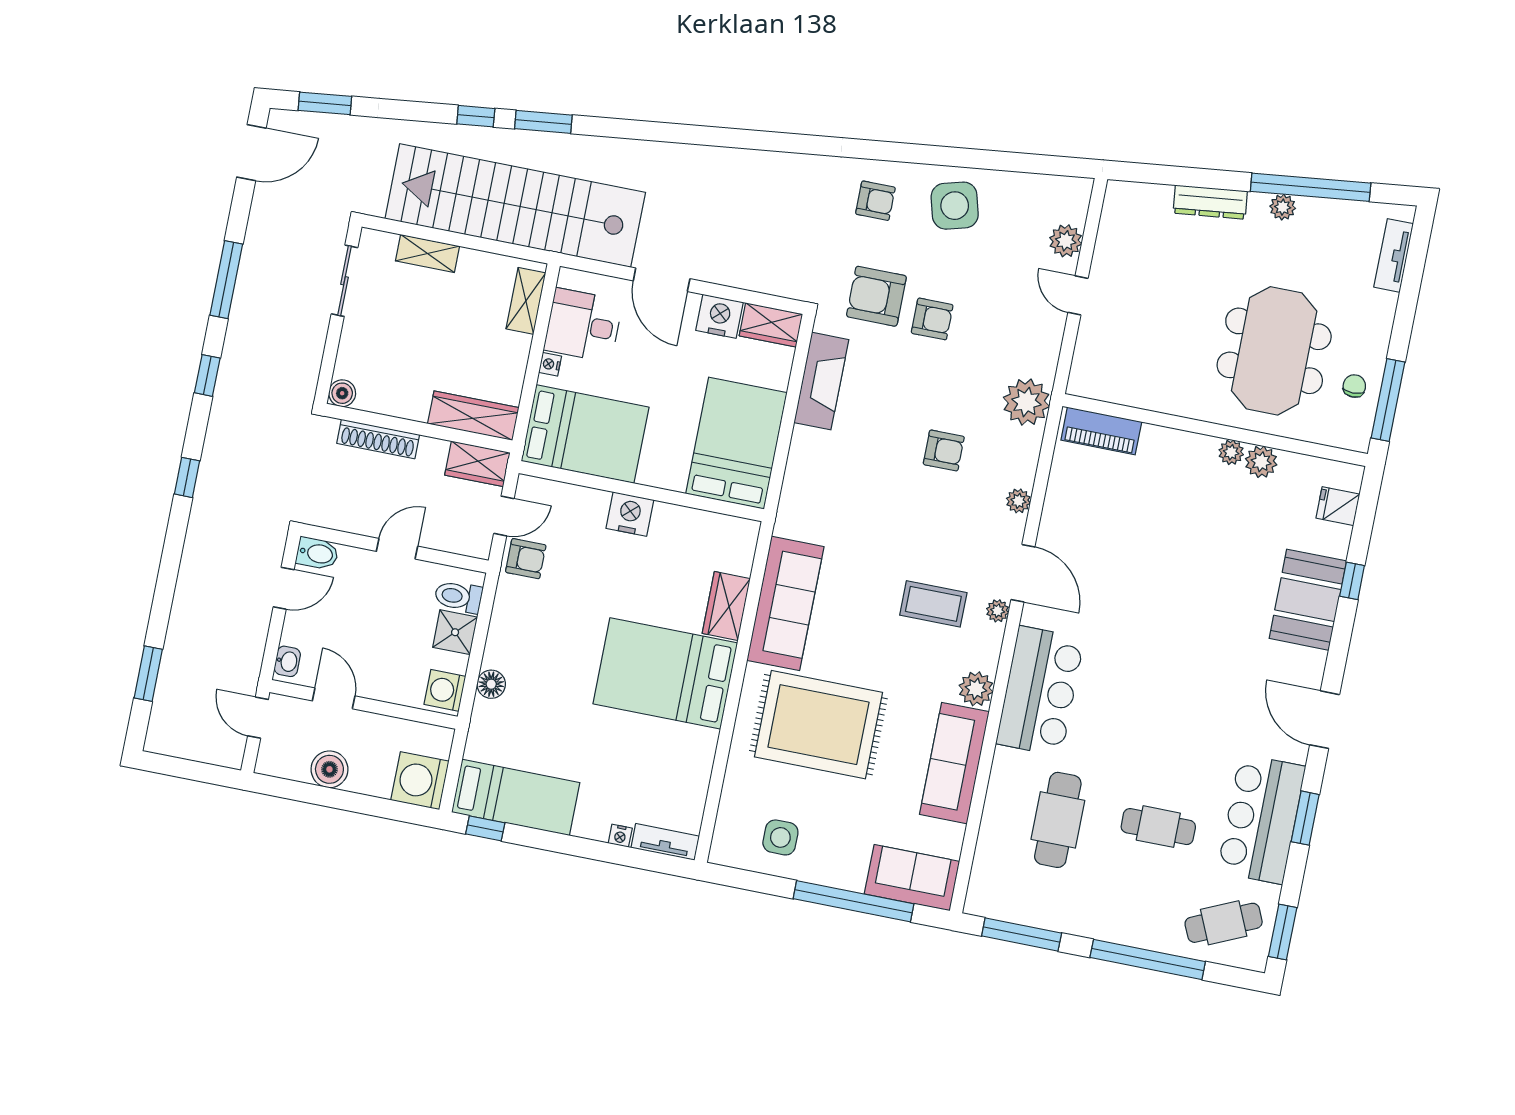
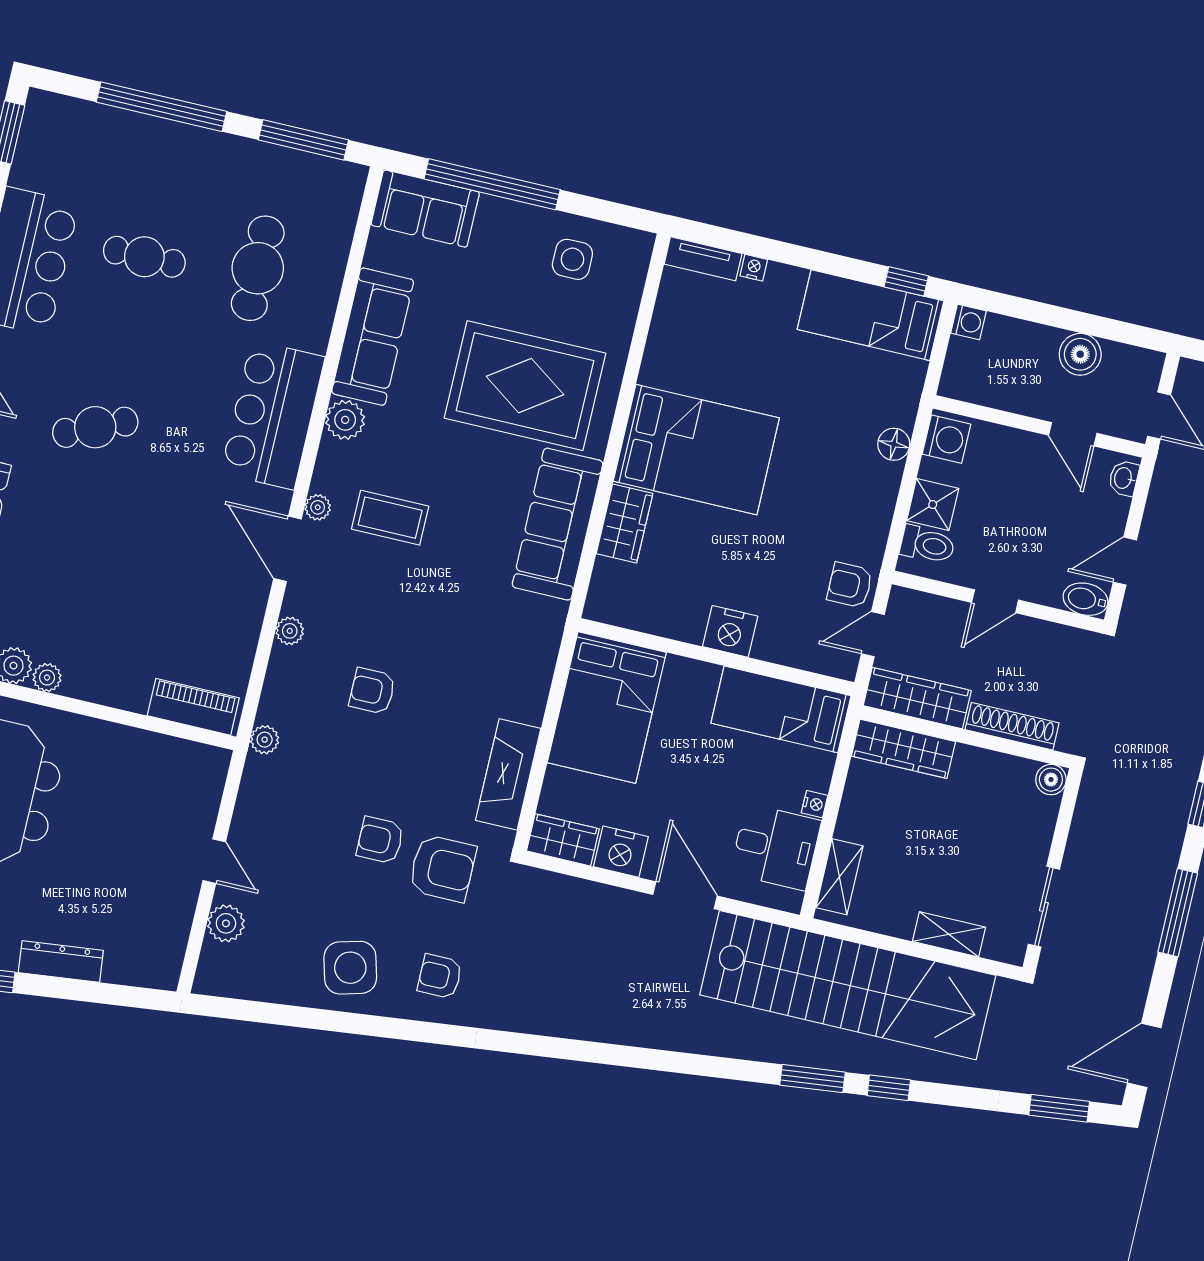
plant: (1026, 402) -> (265, 740), width x0.53, depth x0.53
bed: (585, 434) -> (781, 709), width x0.67
wardrobe: (477, 464) -> (917, 698), width x1.50
washing machine: (420, 781) -> (968, 322), width x0.53, depth x0.53
cafe table: (1224, 923) -> (95, 427), moved

